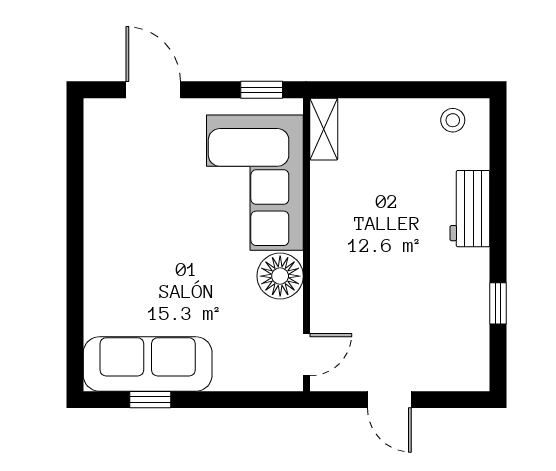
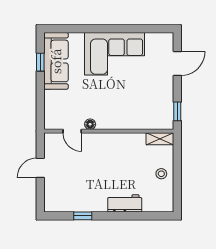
stool: (453, 120) -> (161, 174), moved
corner sofa: (255, 183) -> (115, 54), moved, turned 180
floor lamp: (280, 276) -> (90, 124), width x0.53, depth x0.53
door: (306, 355) -> (72, 131), moved

